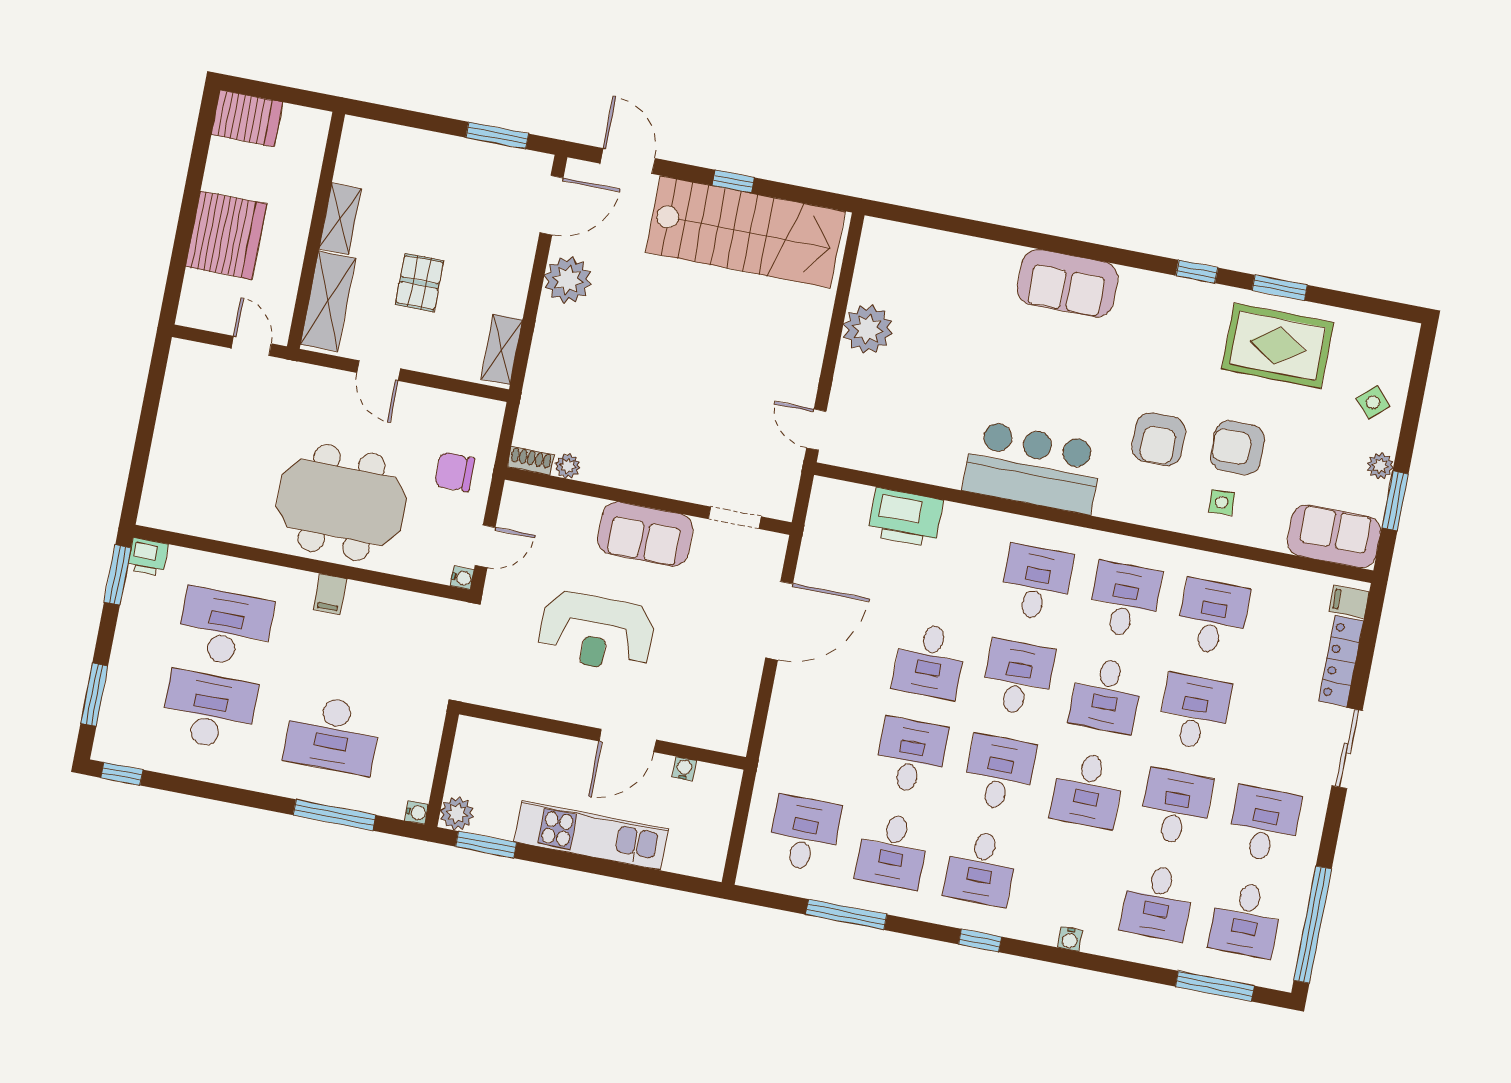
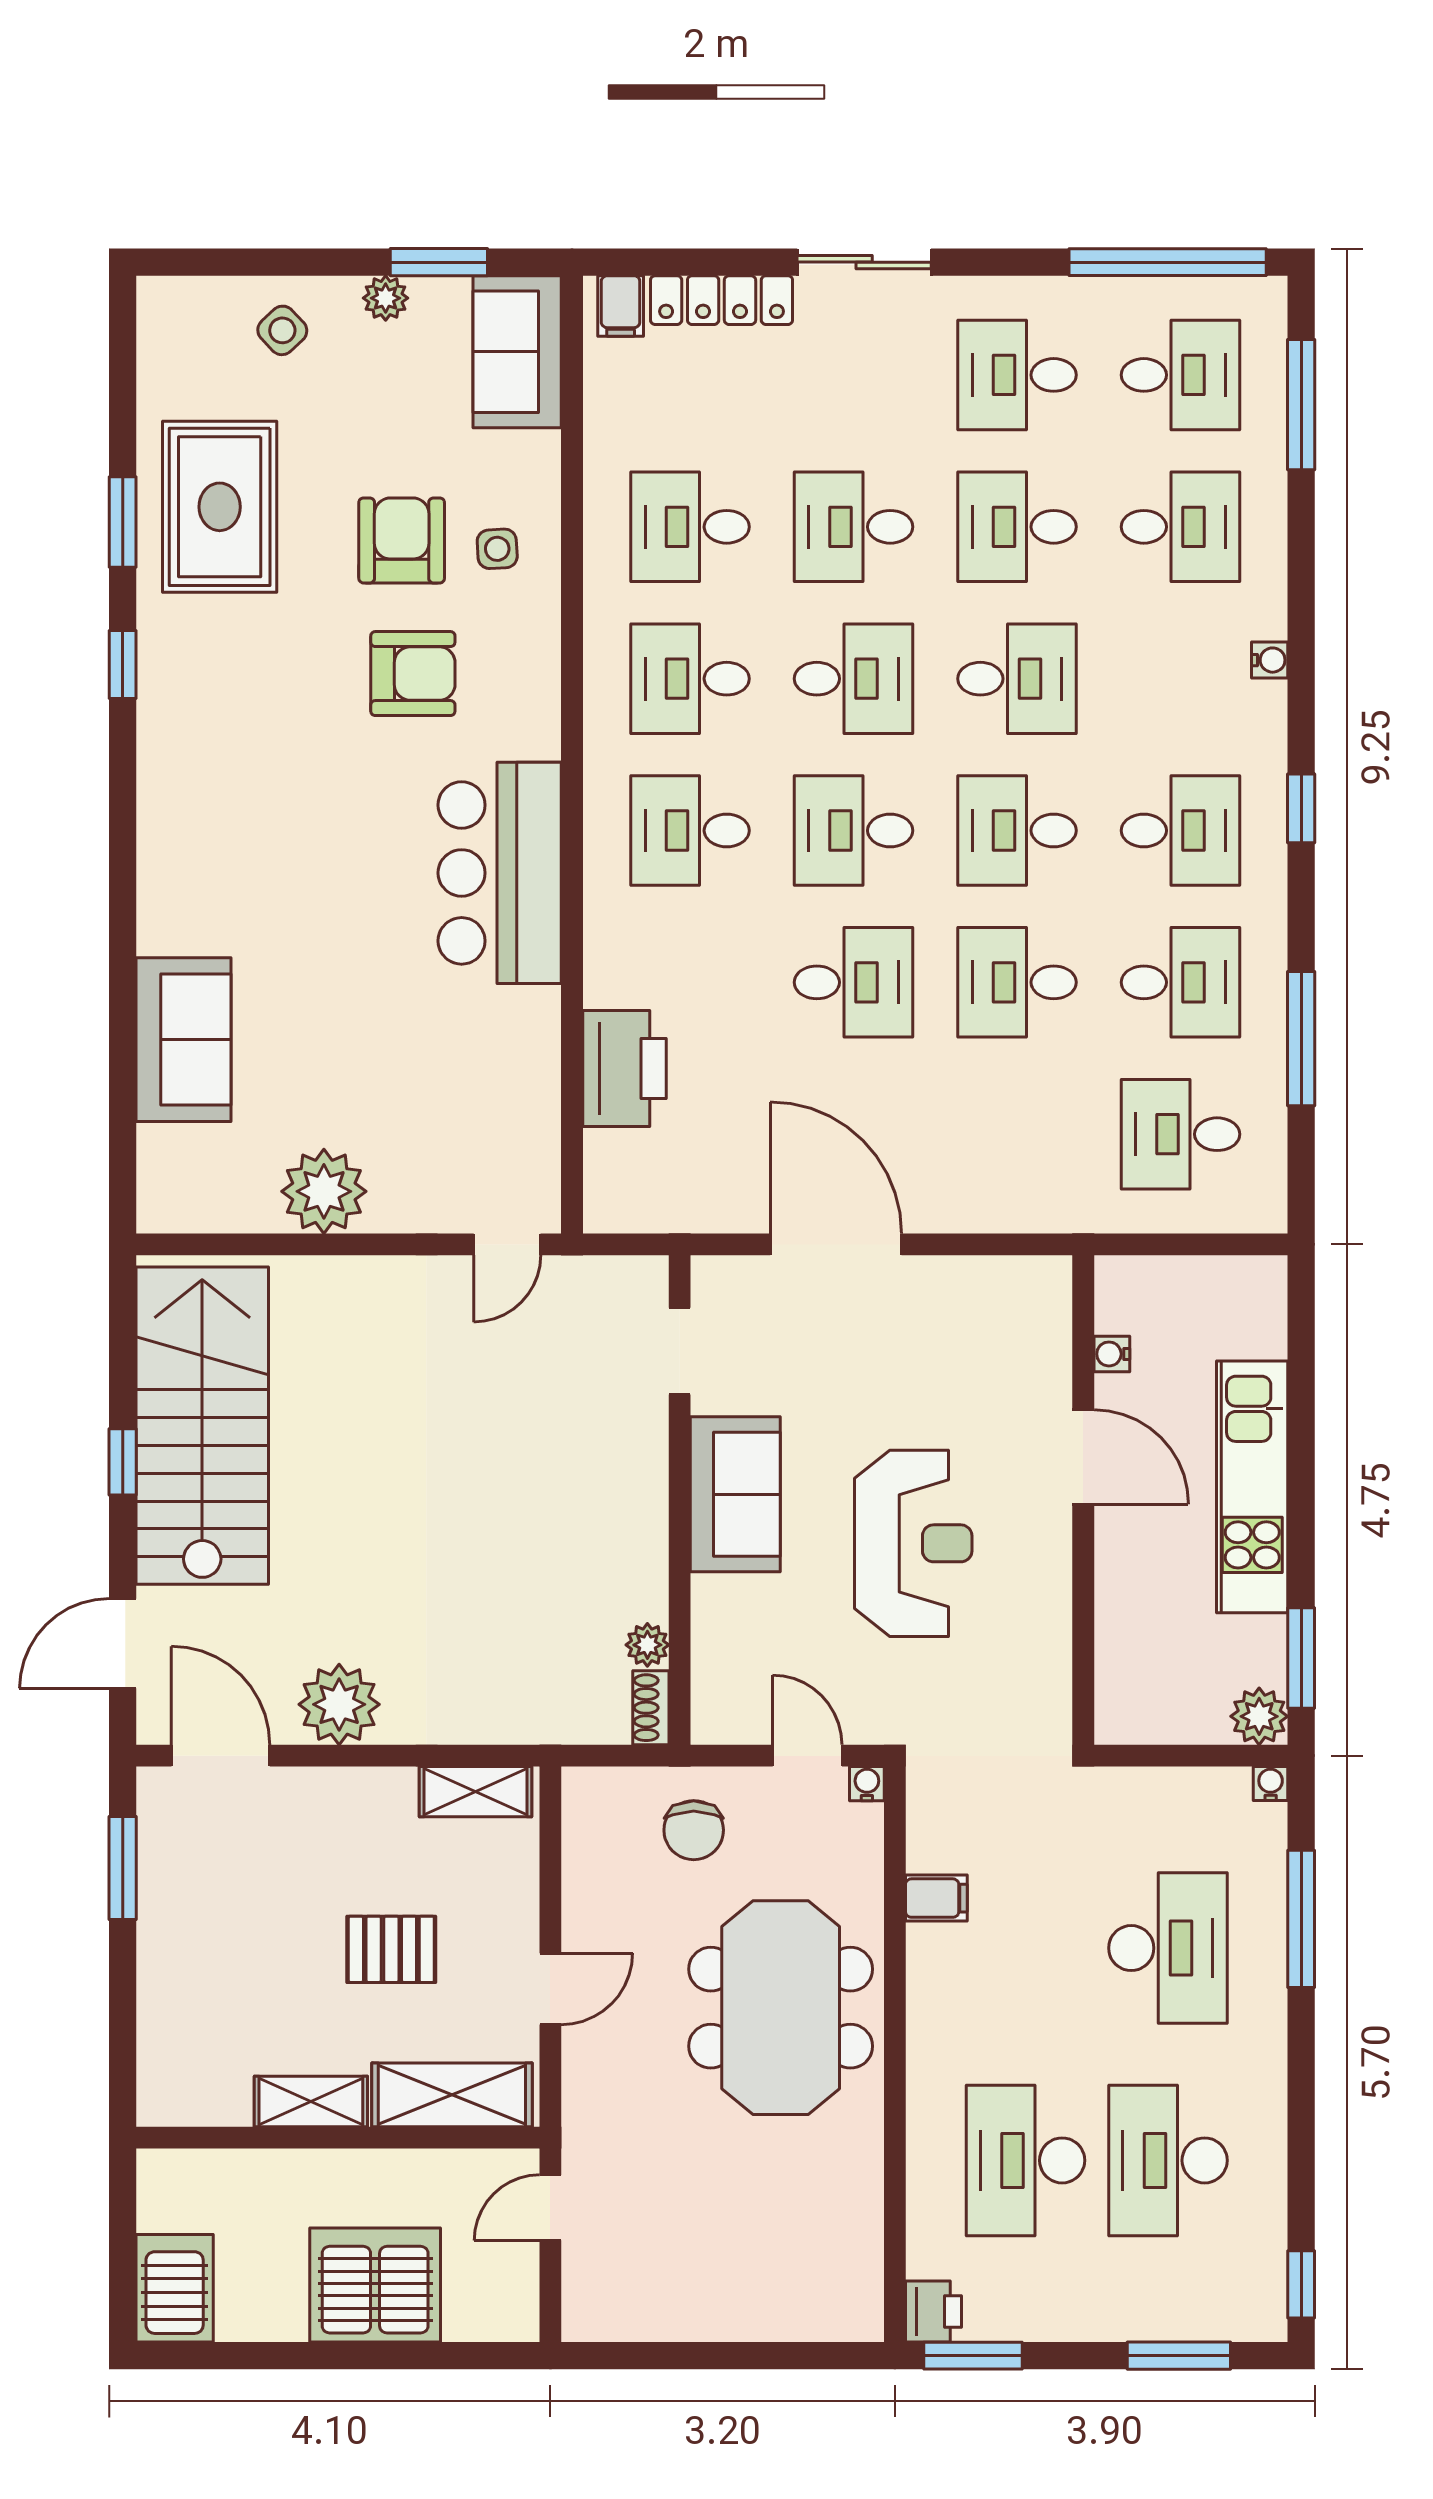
sofa: (1068, 283) -> (184, 1040), moved
armchair: (1237, 448) -> (402, 540), turned 180
filing cabinet: (330, 594) -> (936, 1898), moved

